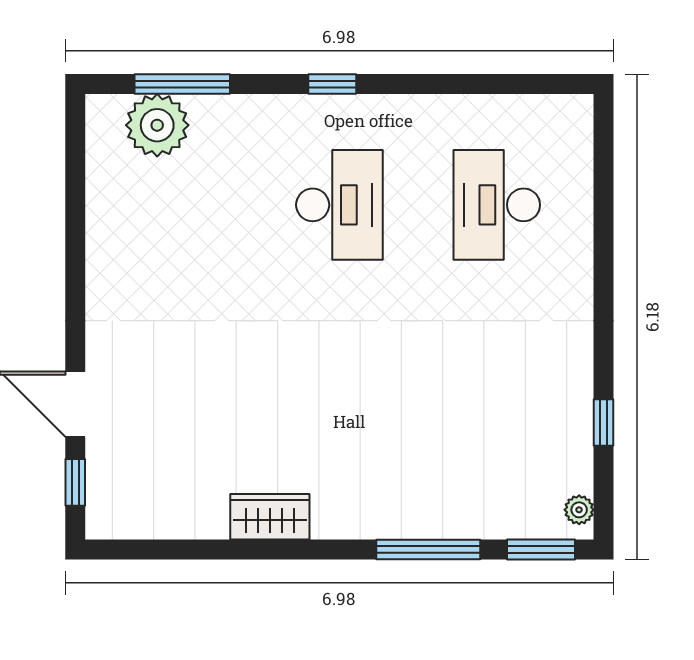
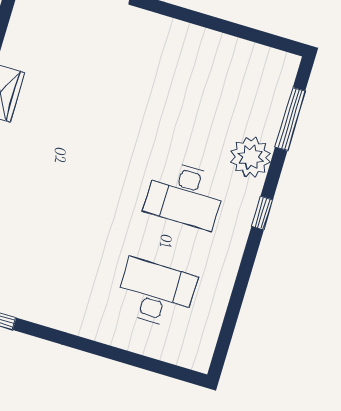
plant: (157, 125) -> (251, 157), moved

